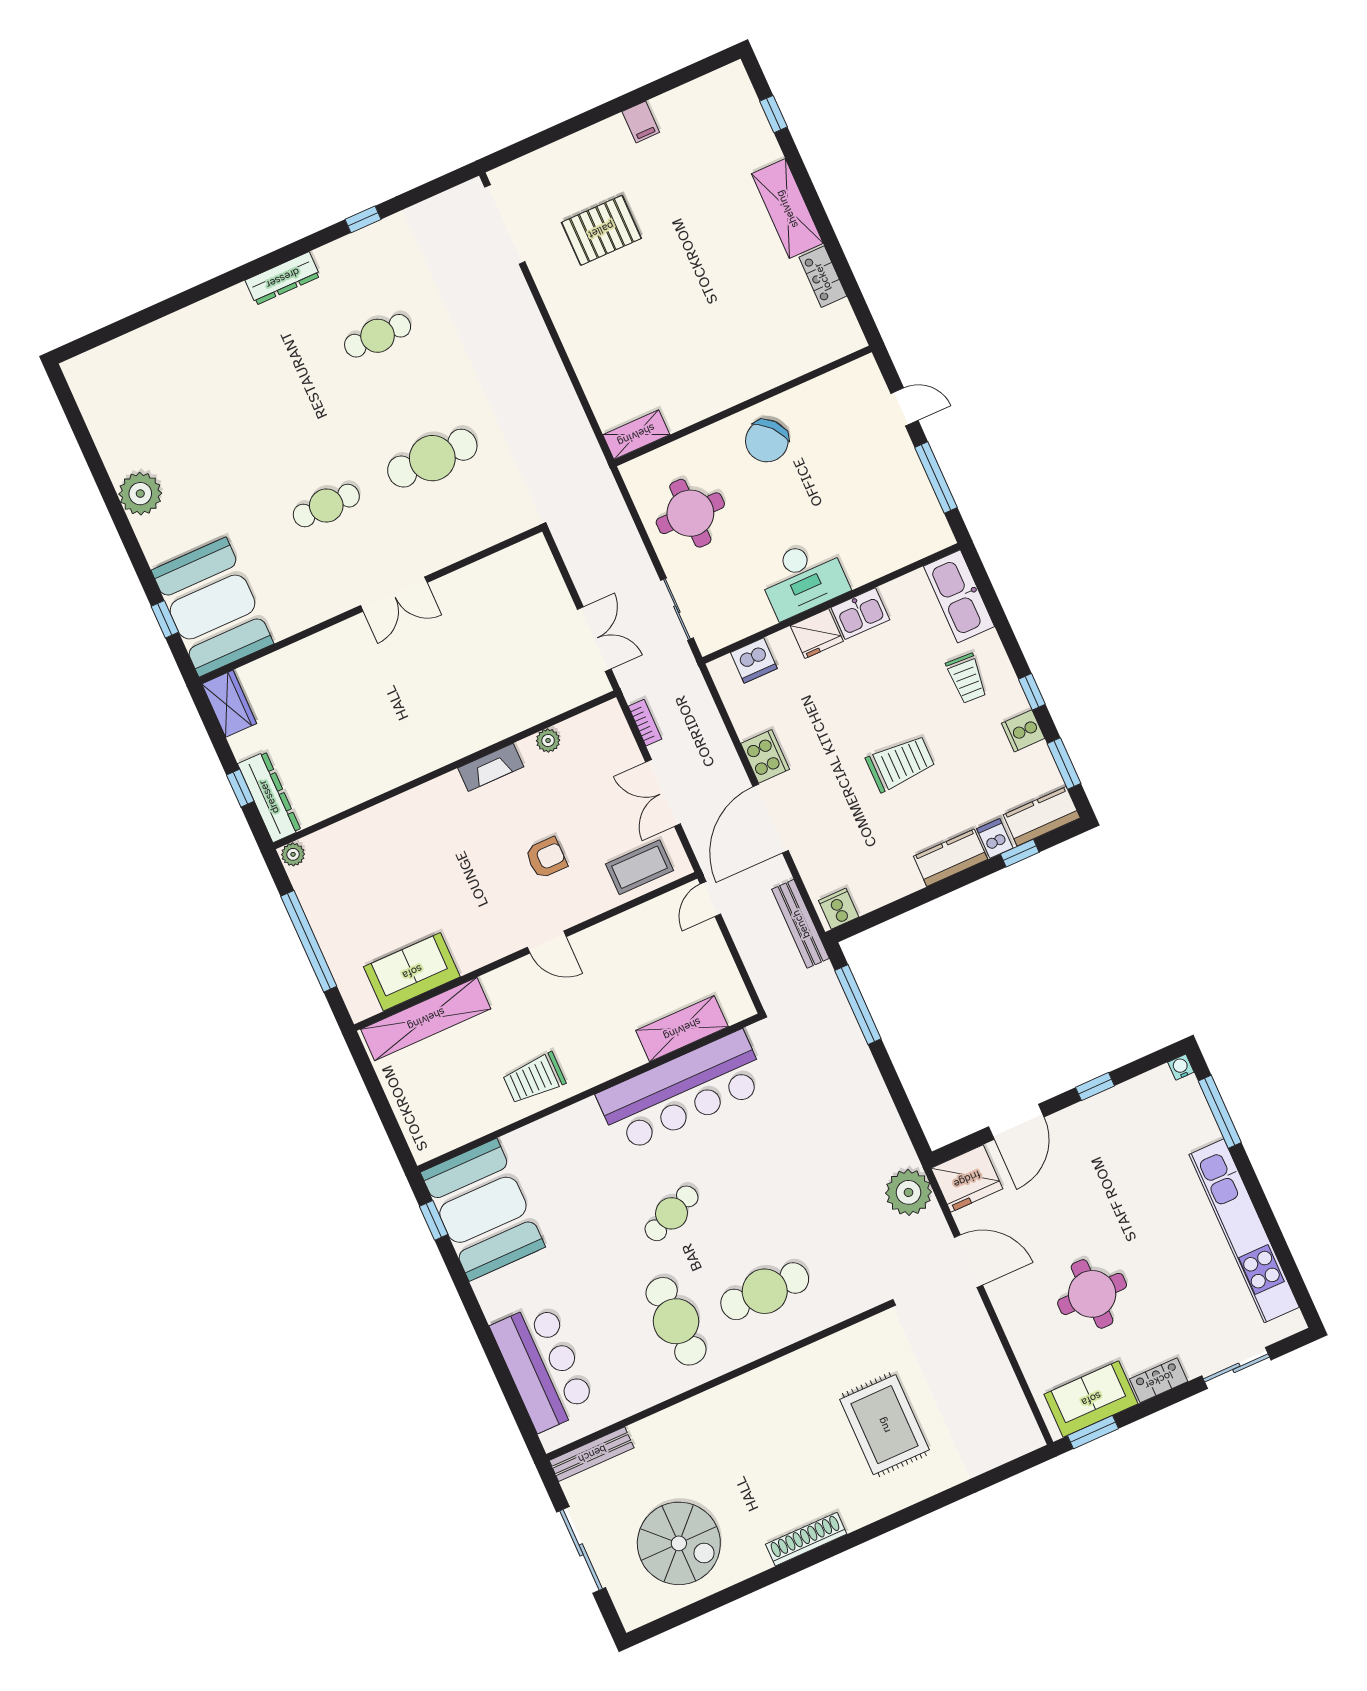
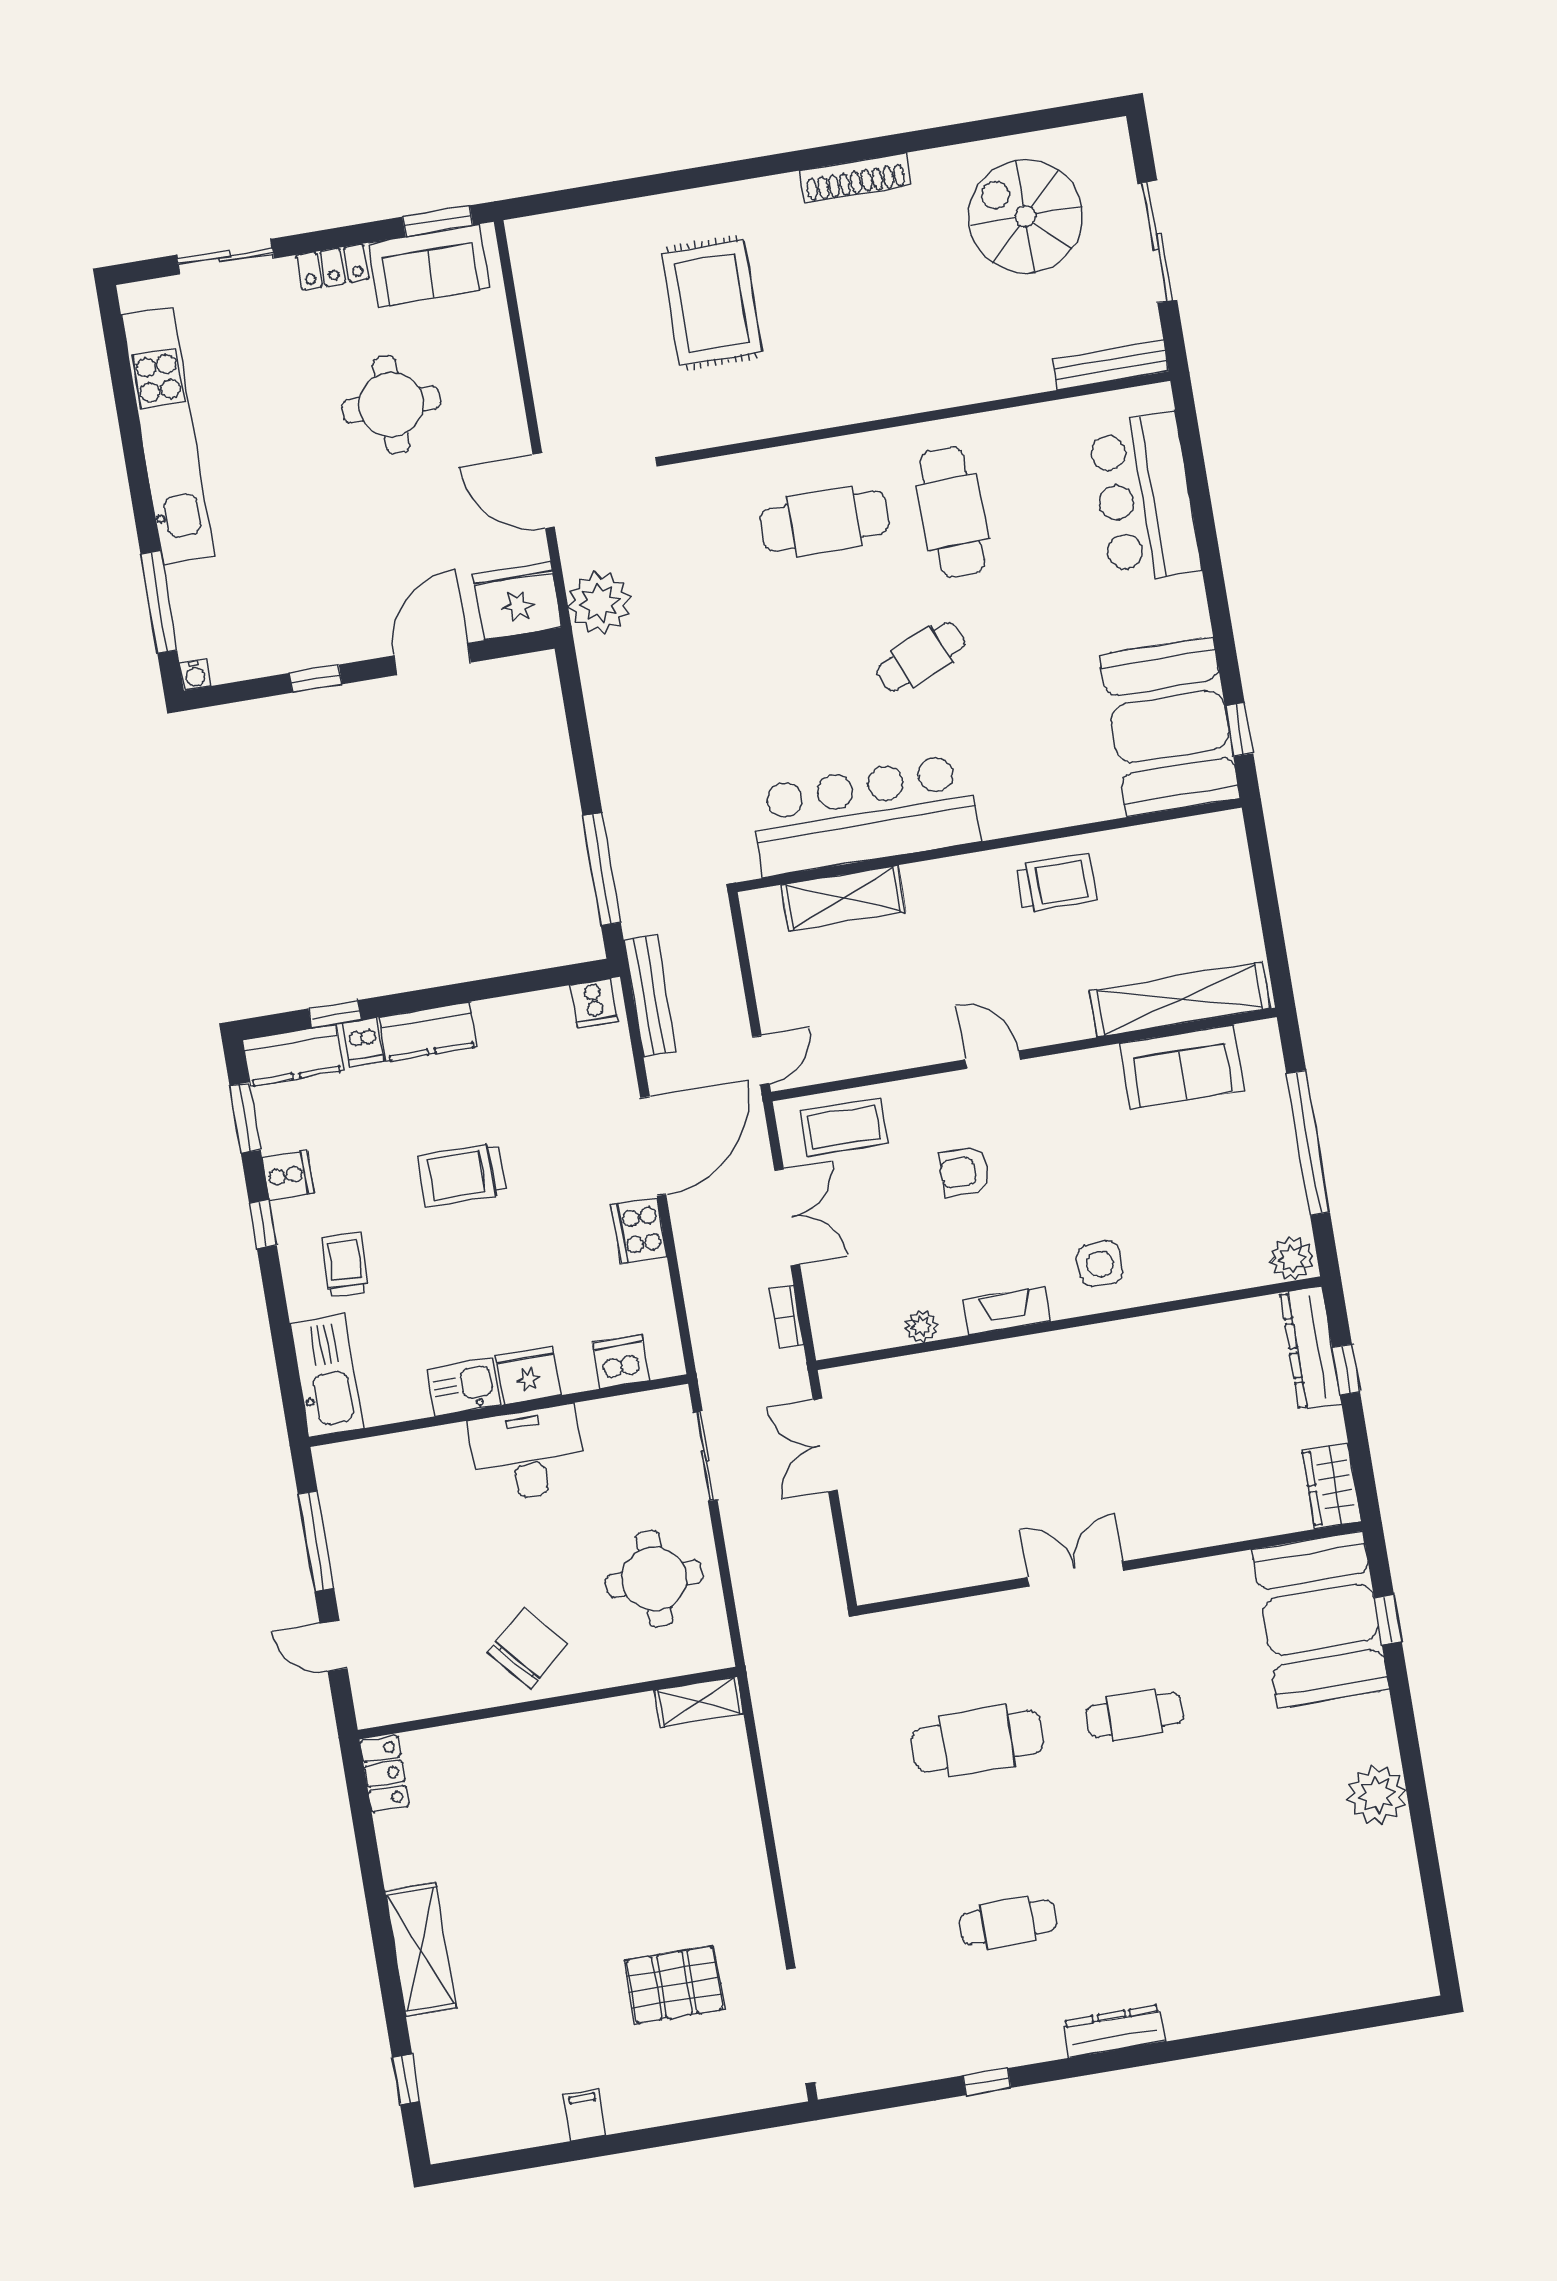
locker: (823, 277) -> (385, 1774), moved
side table: (434, 818) -> (1100, 1264), added
plant: (293, 854) -> (1292, 1259), width x1.38, depth x1.38

